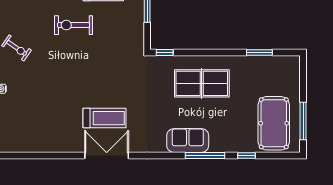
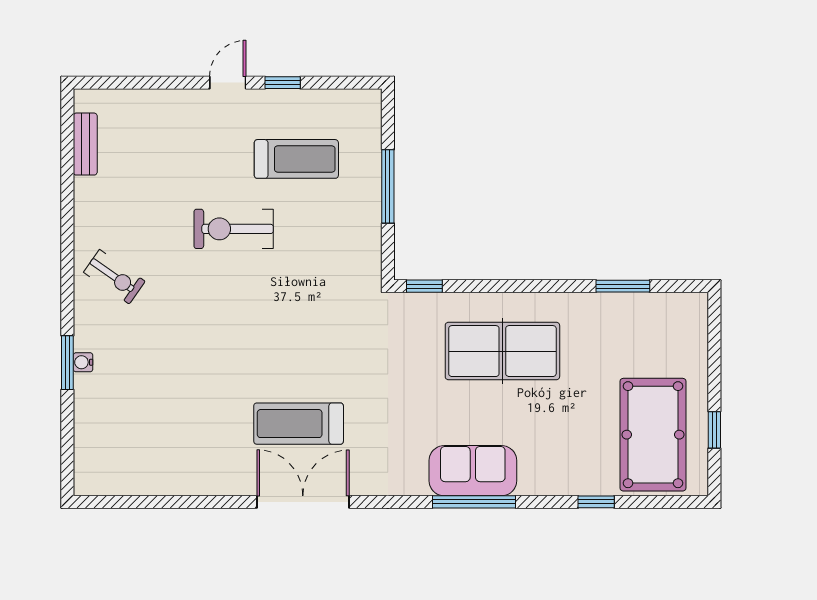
treadmill: (105, 118) -> (299, 424), turned 180
window: (303, 121) -> (714, 430), width x0.46
window: (205, 155) -> (474, 502), moved

